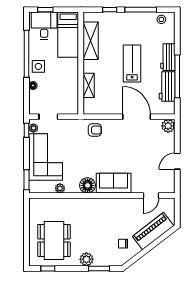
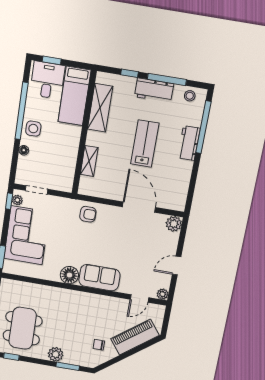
window: (177, 76) -> (203, 127), moved
workbench: (167, 87) -> (154, 90), moved, turned -90
plant: (60, 188) -> (163, 294), moved

